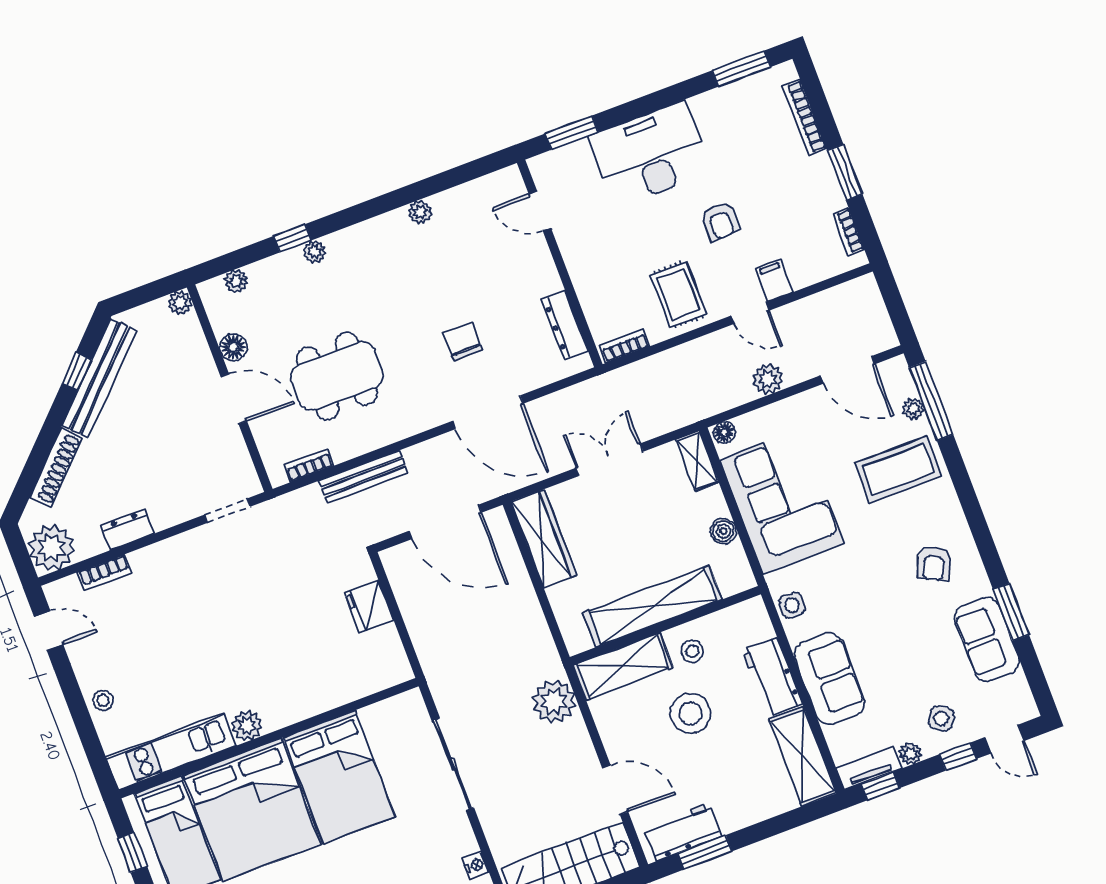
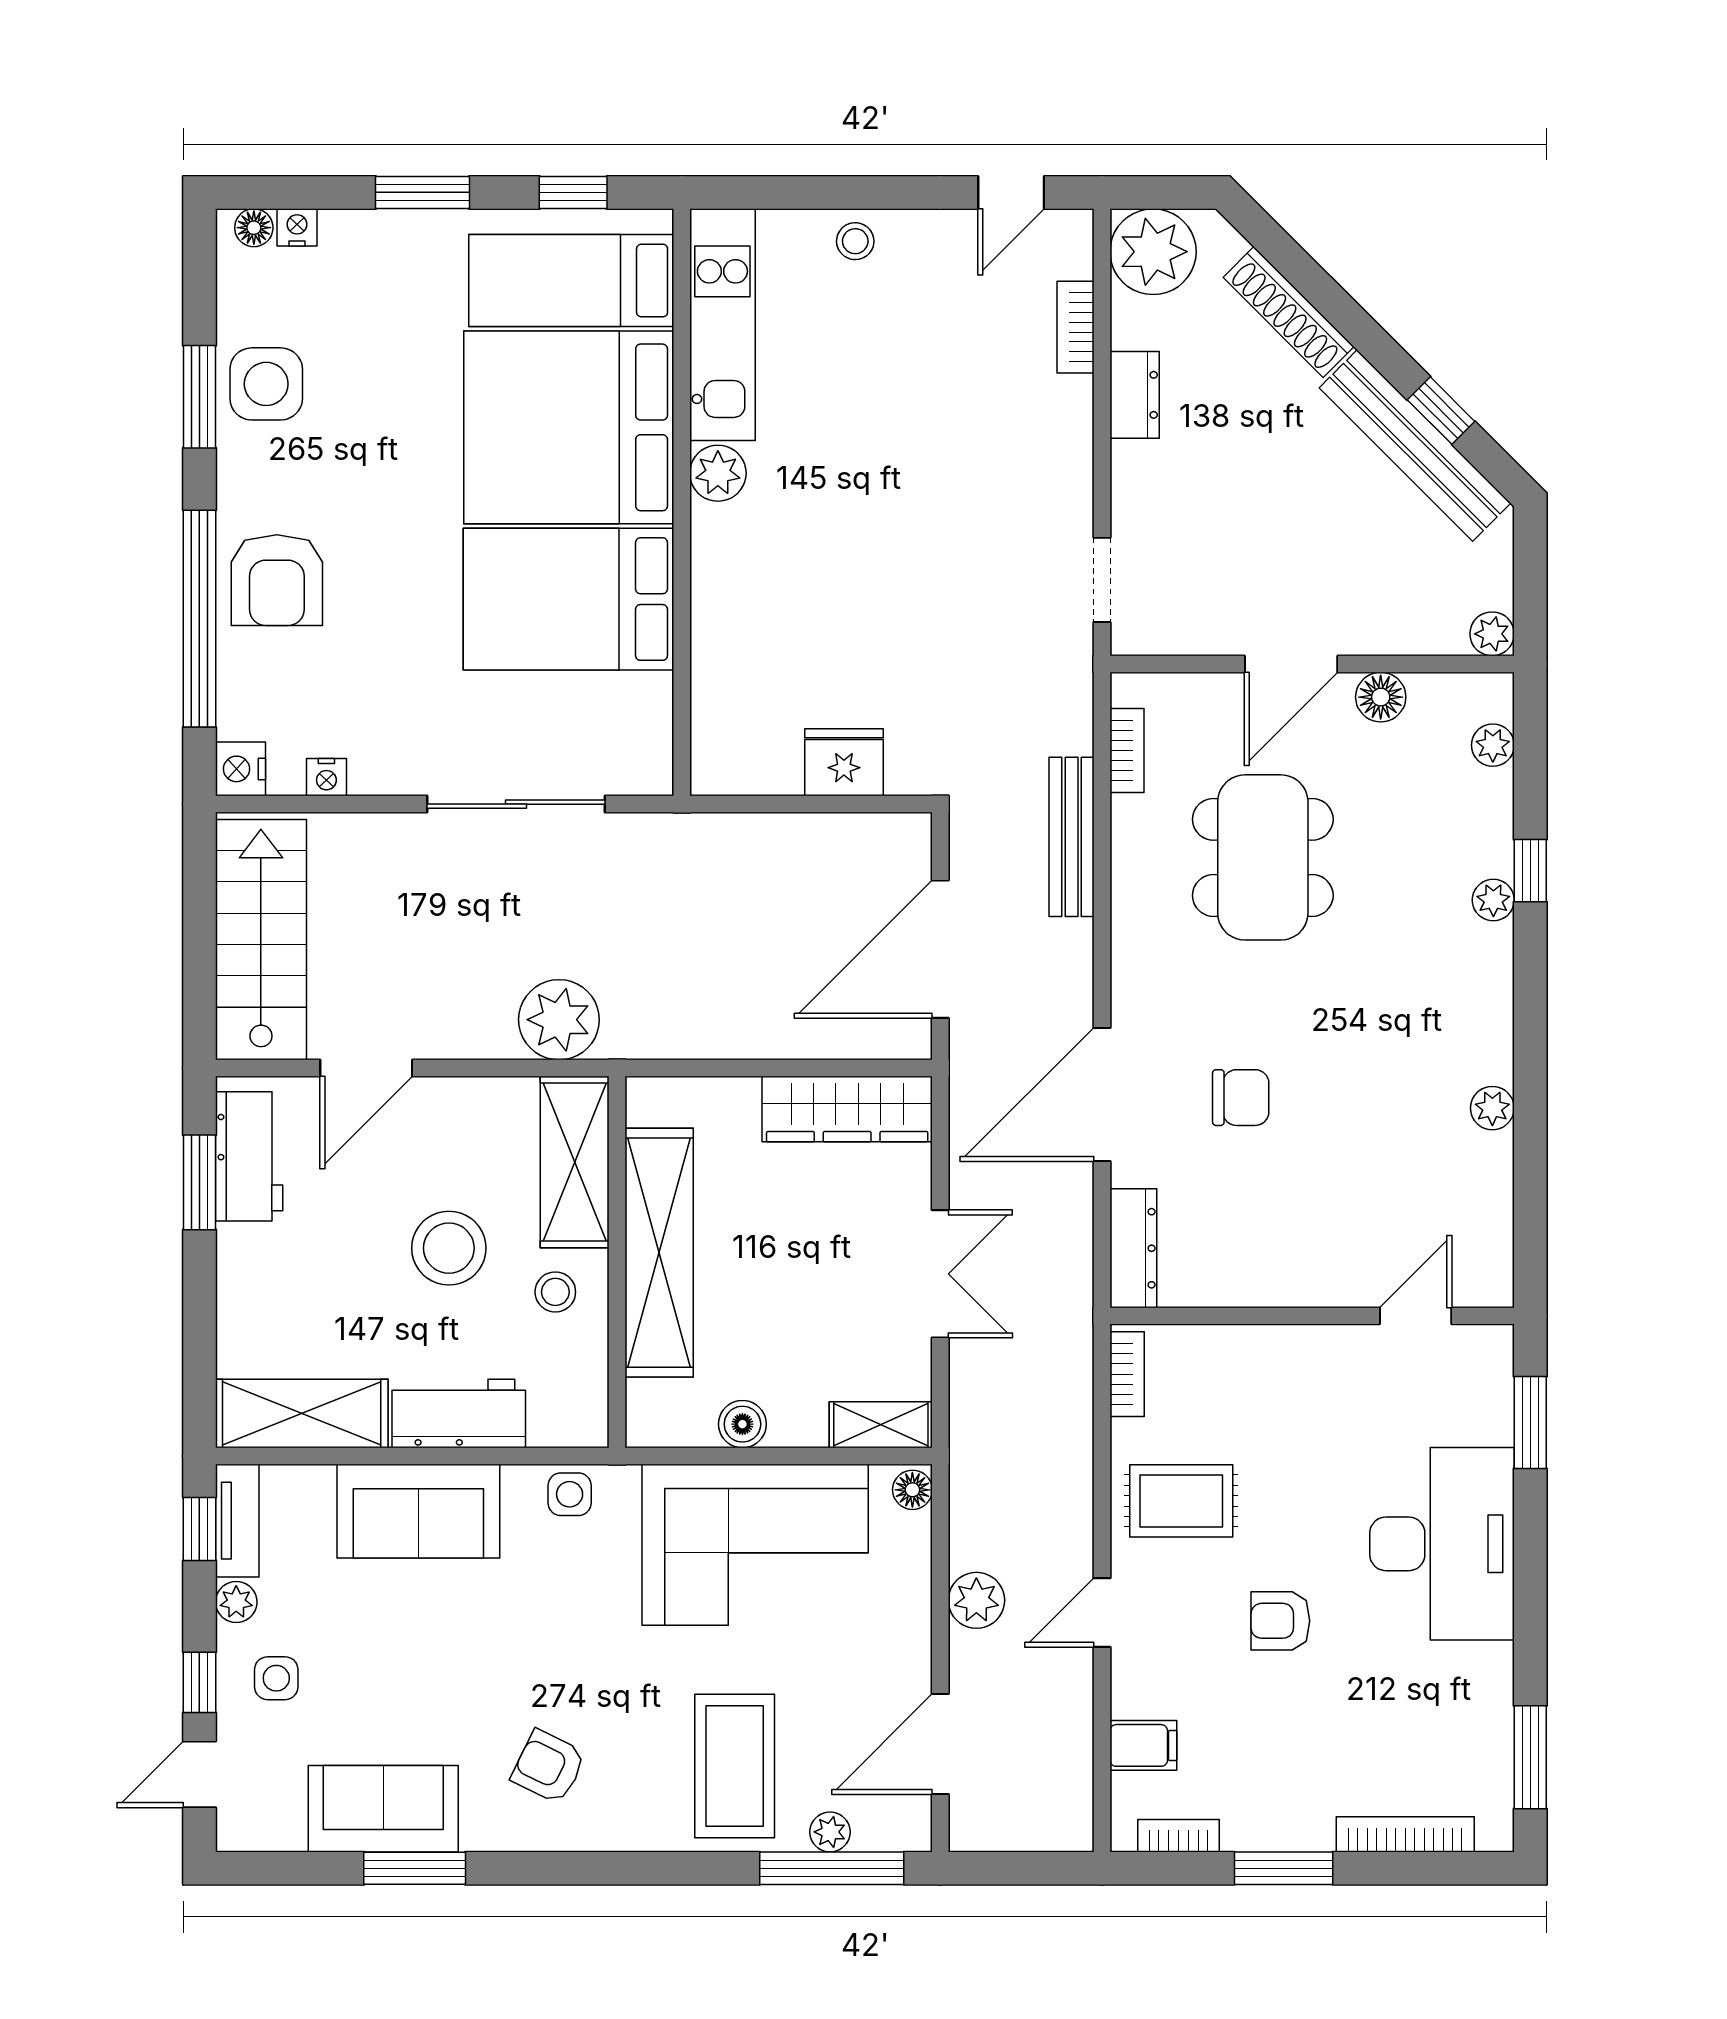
filing cabinet: (774, 280) -> (1143, 1745), moved
dresser: (565, 325) -> (1133, 1248), moved, turned 90
side table: (941, 719) -> (276, 1678), turned -33

